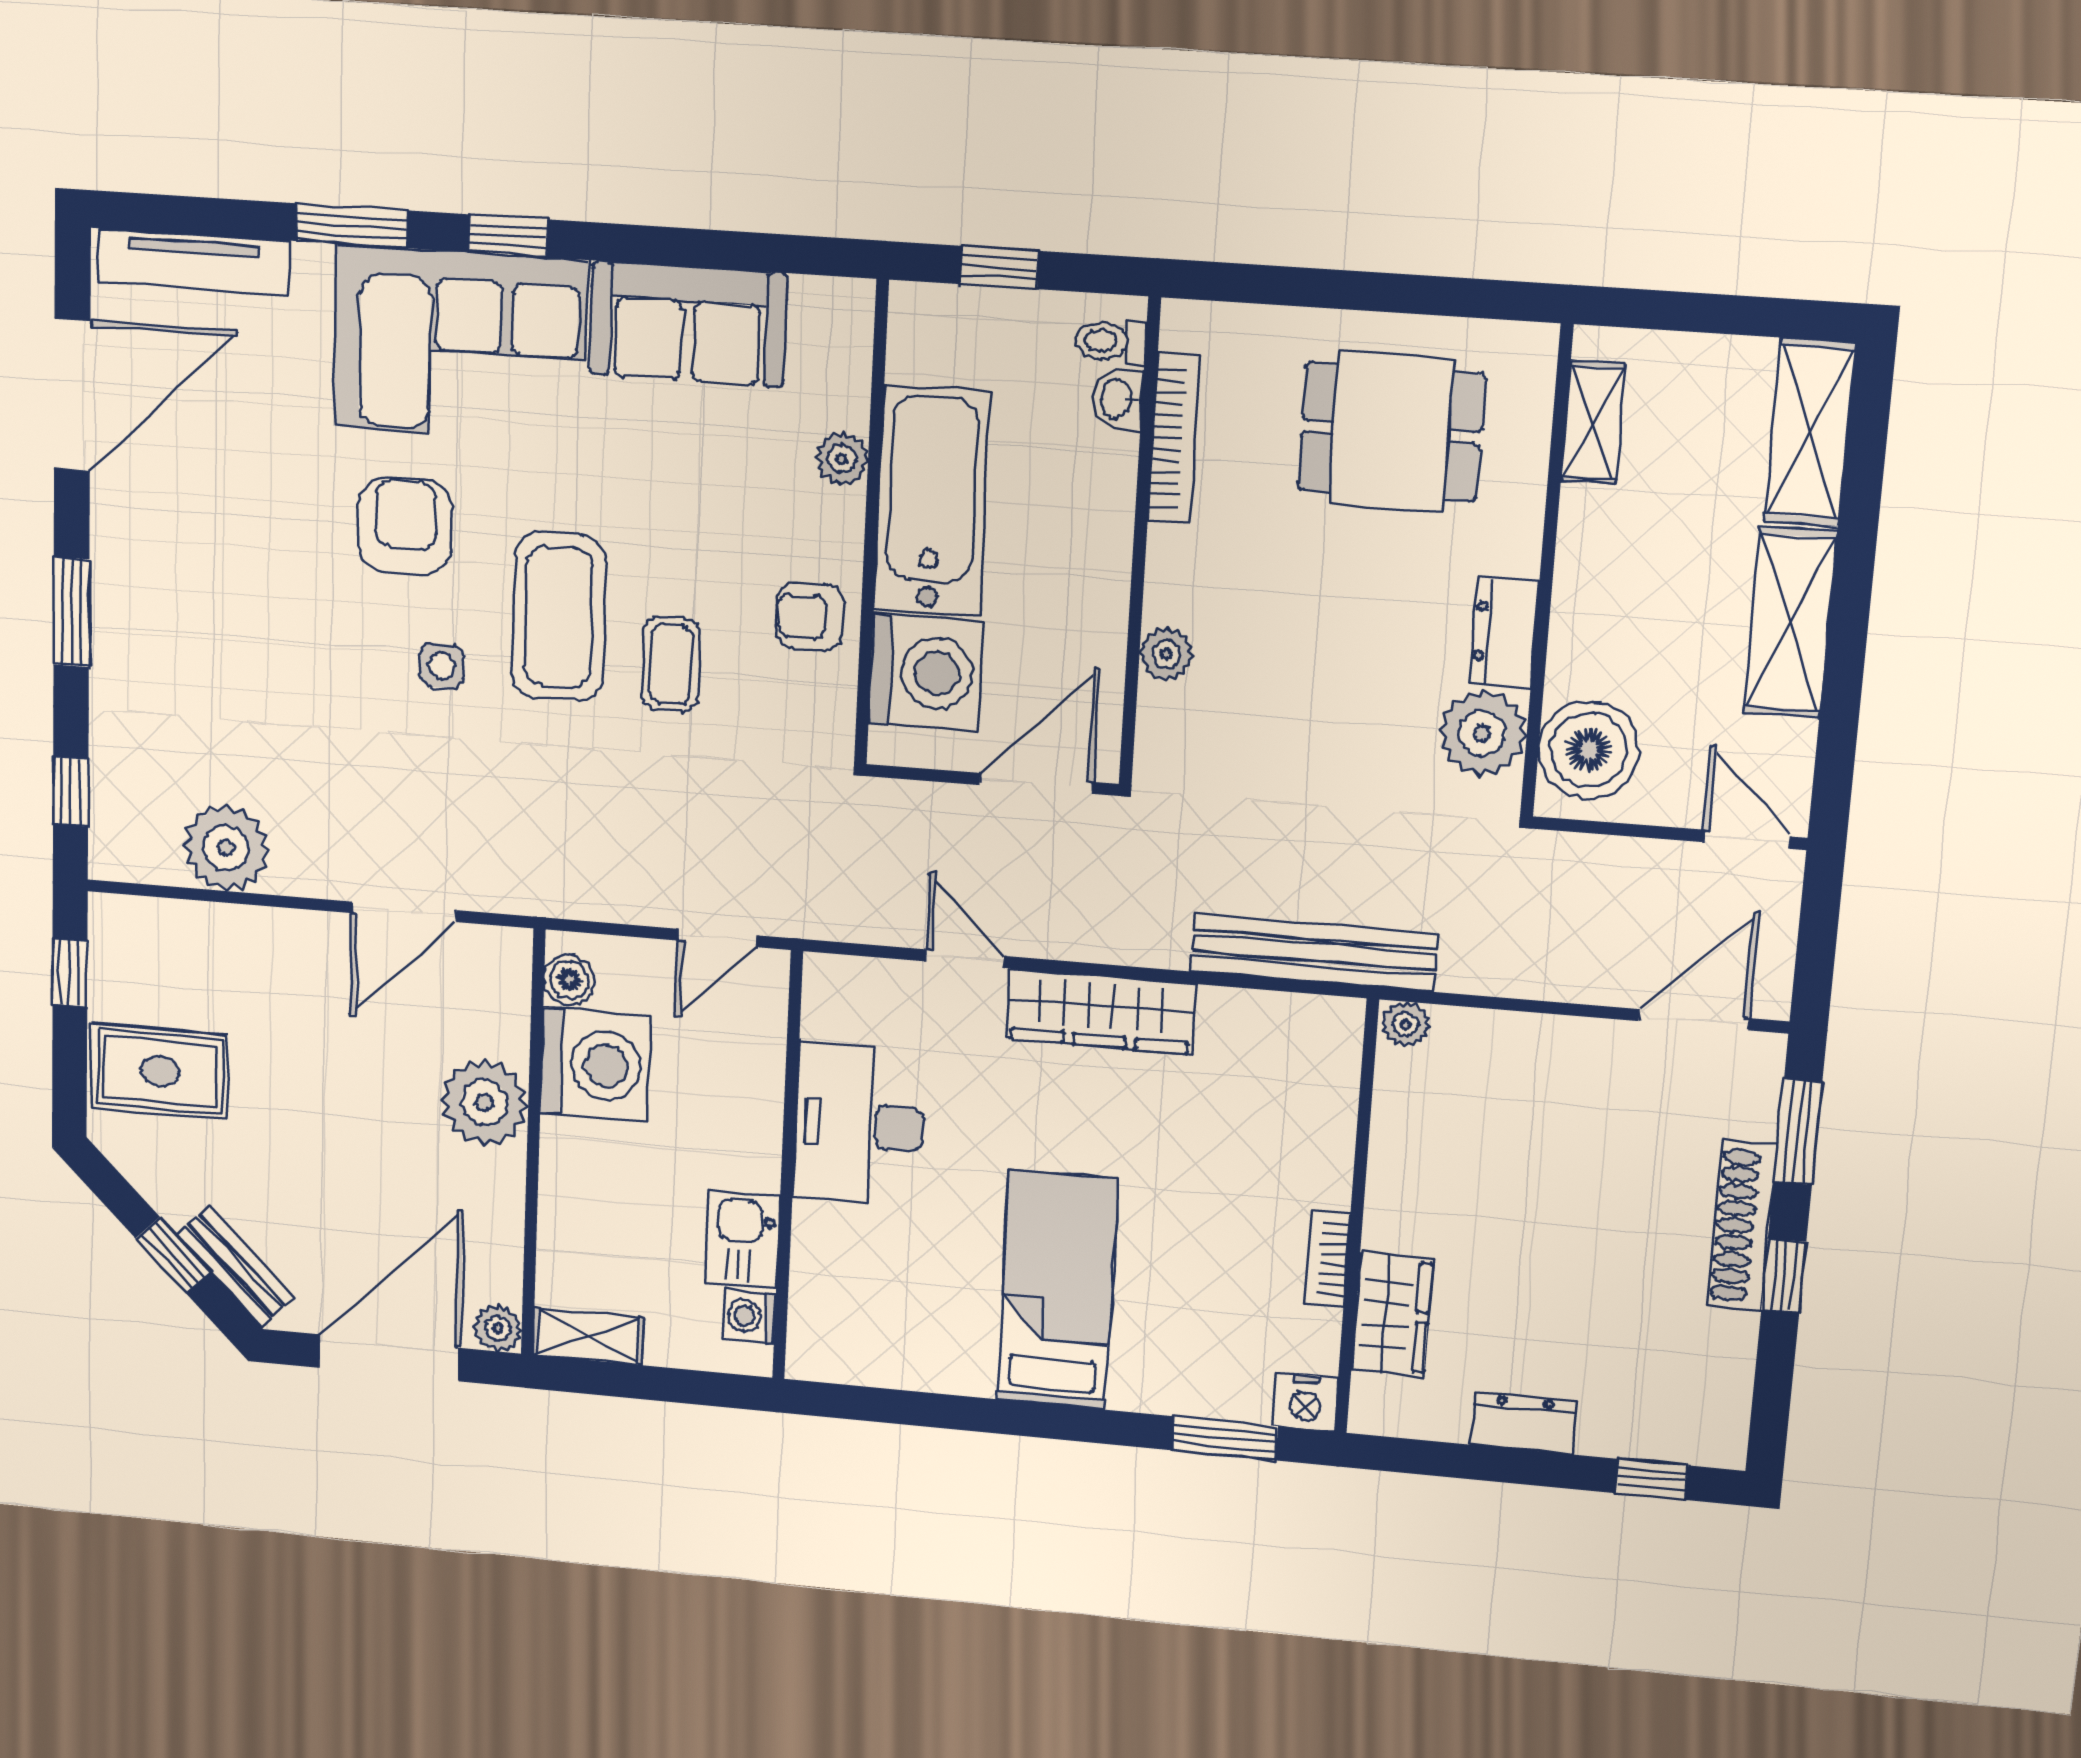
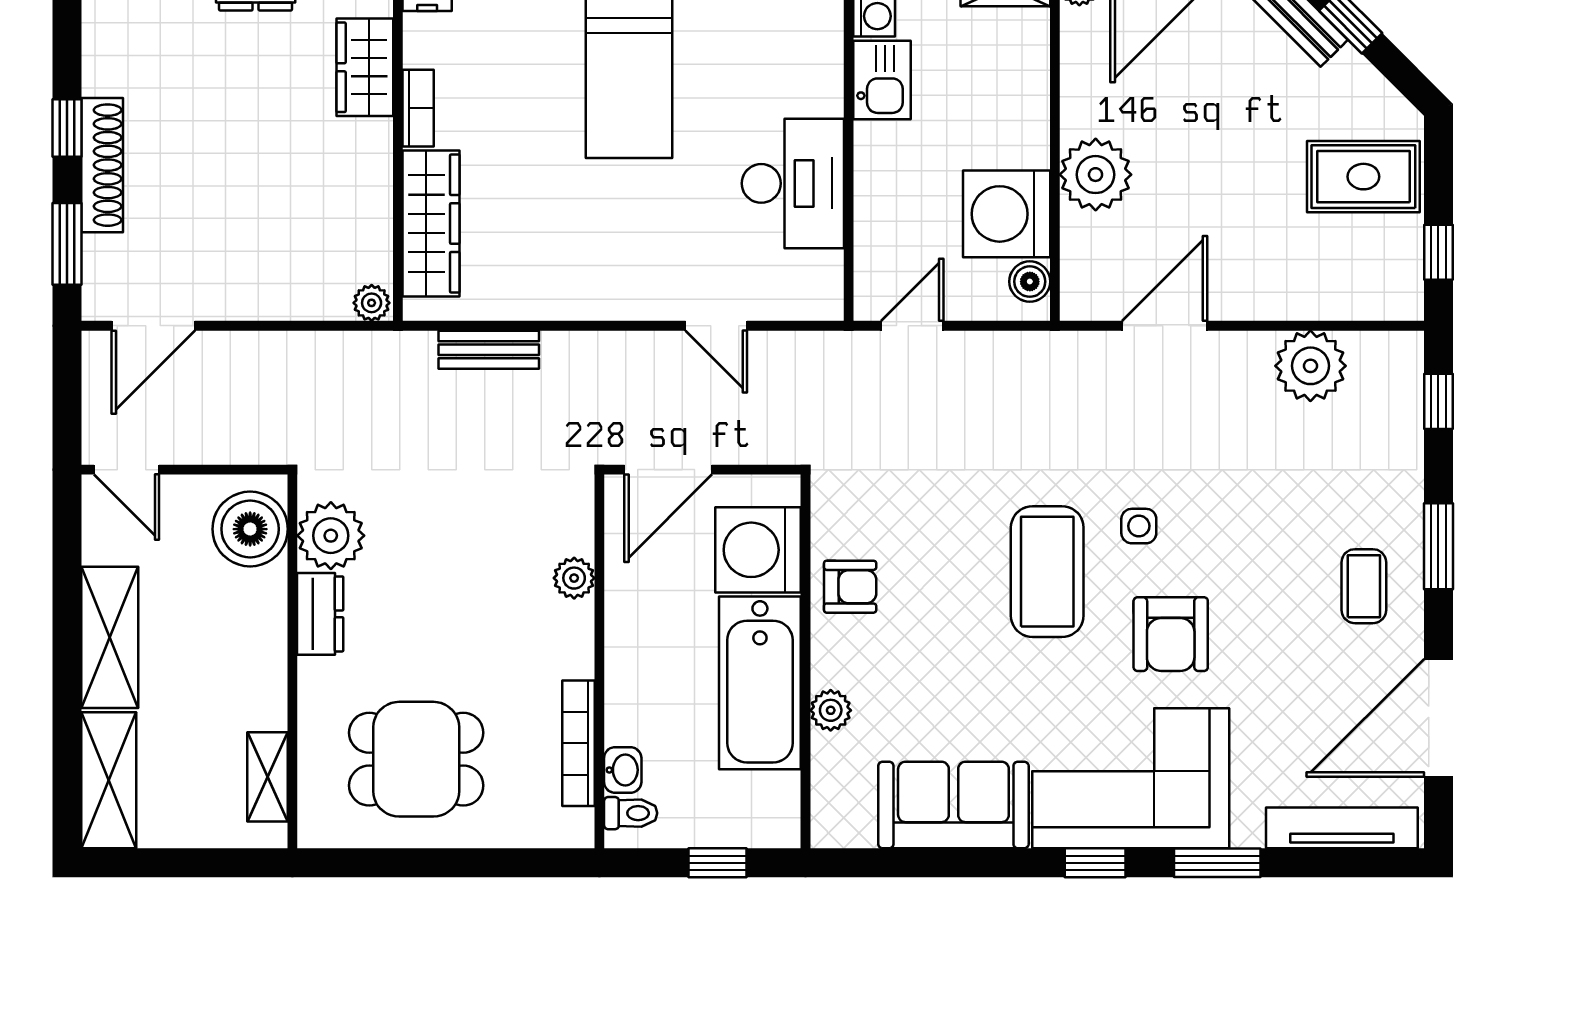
coffee table: (671, 664) -> (1364, 586), moved
bench: (1314, 953) -> (489, 350), width x0.54, depth x0.82
wardrobe: (1101, 1011) -> (431, 224), moved, turned 90

